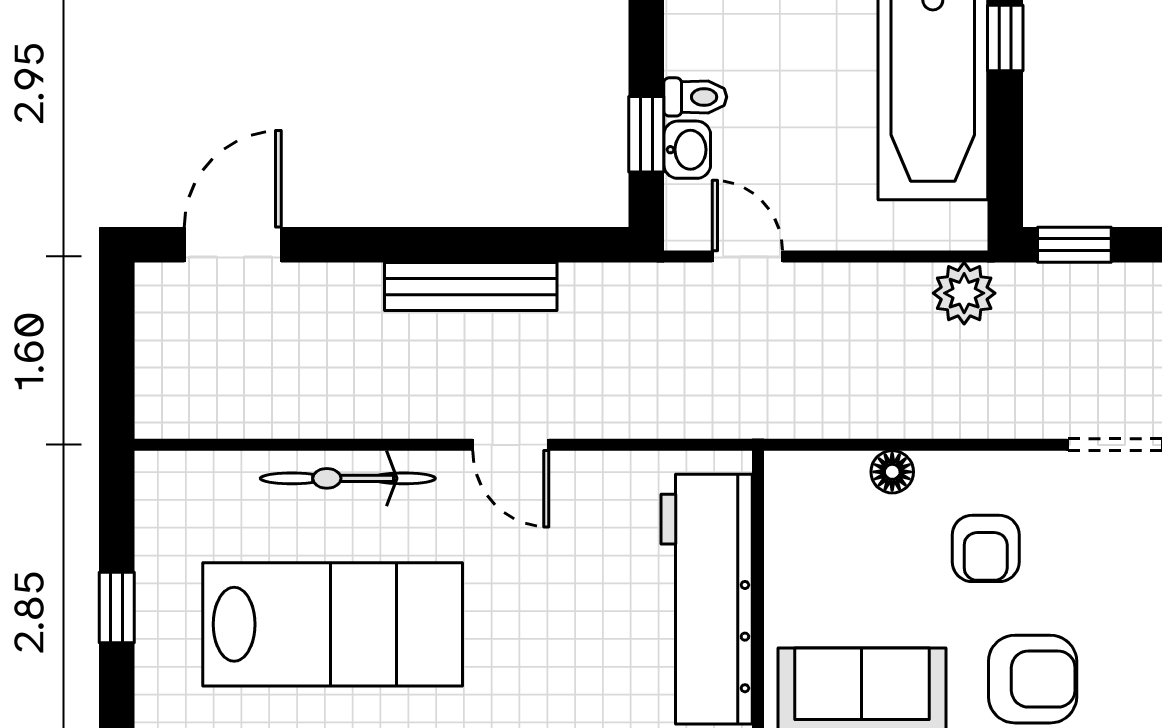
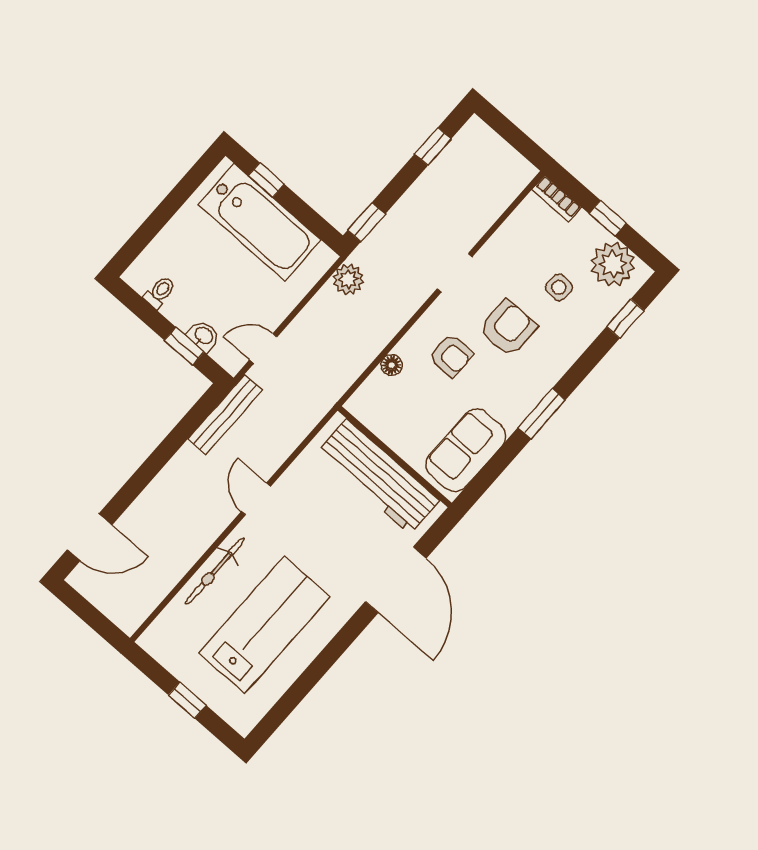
toilet: (695, 97) -> (160, 292), moved
door: (233, 245) -> (89, 537), swing flipped
bench: (471, 286) -> (225, 414), moved
door: (511, 445) -> (256, 499), swing flipped
armchair: (1033, 679) -> (508, 328), moved

